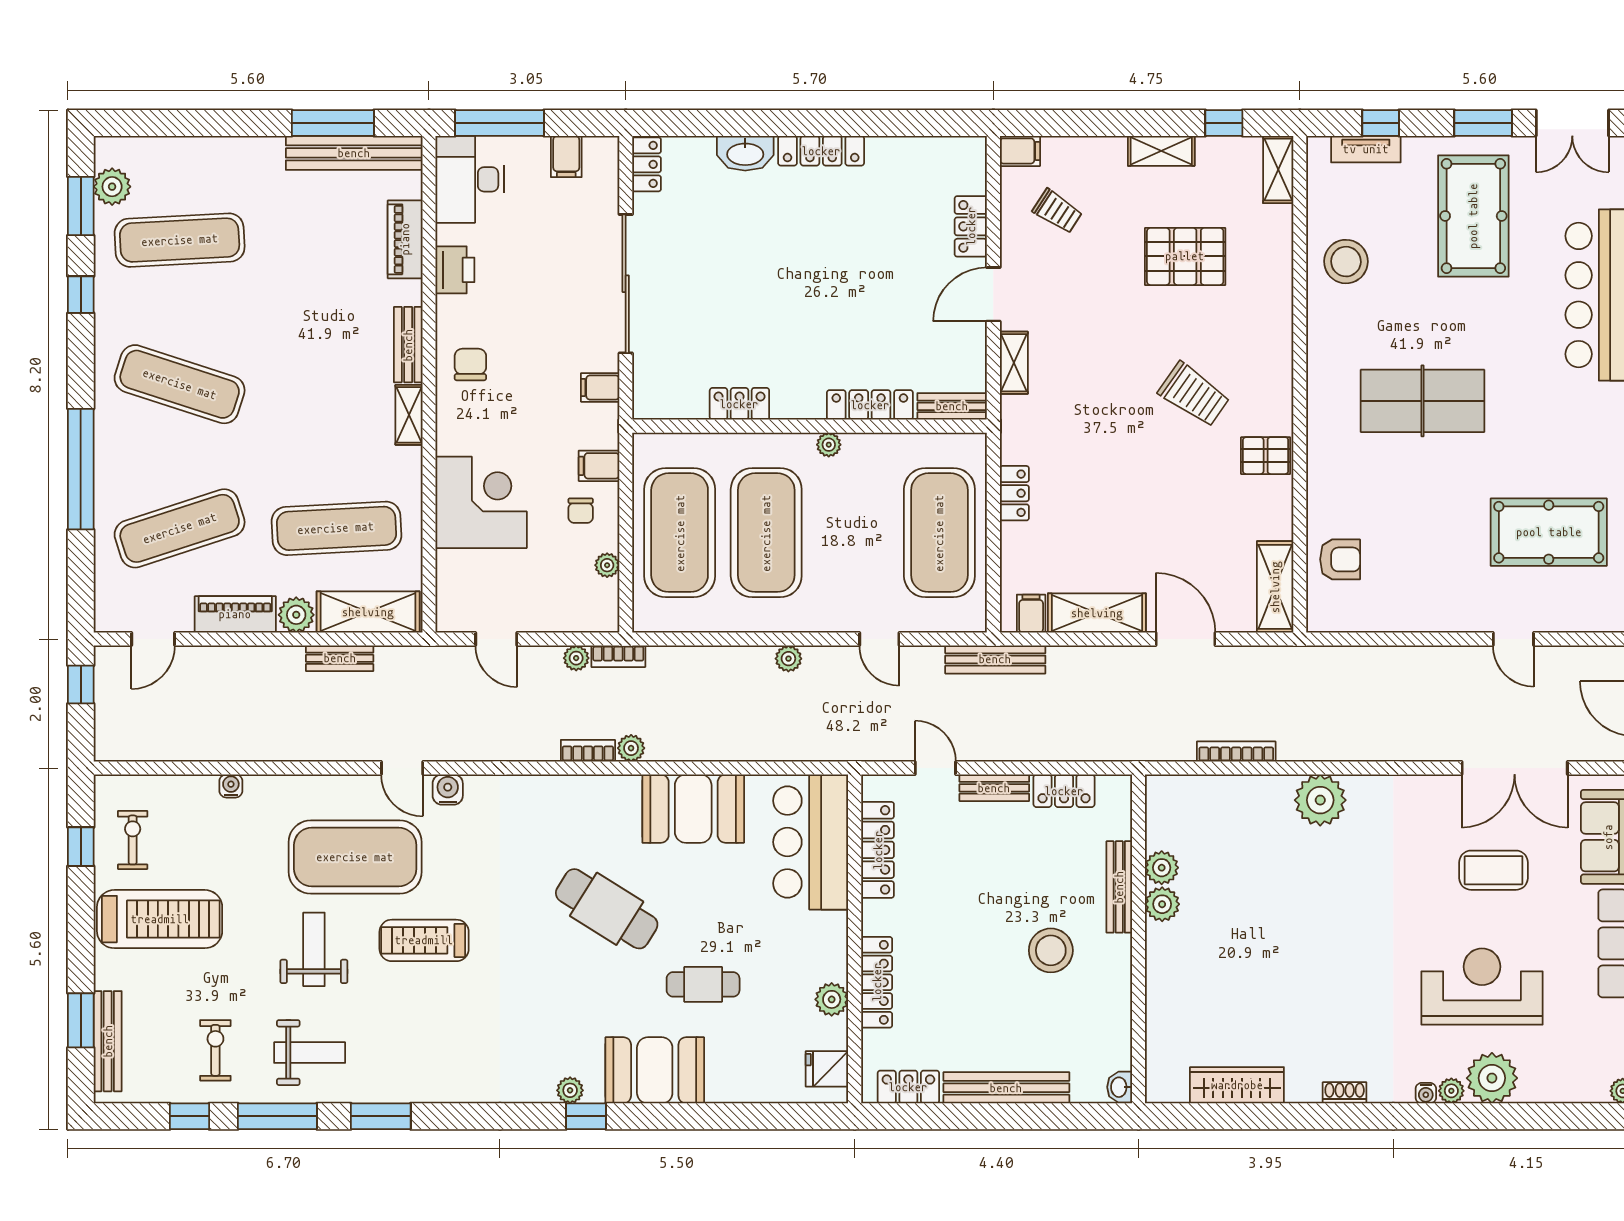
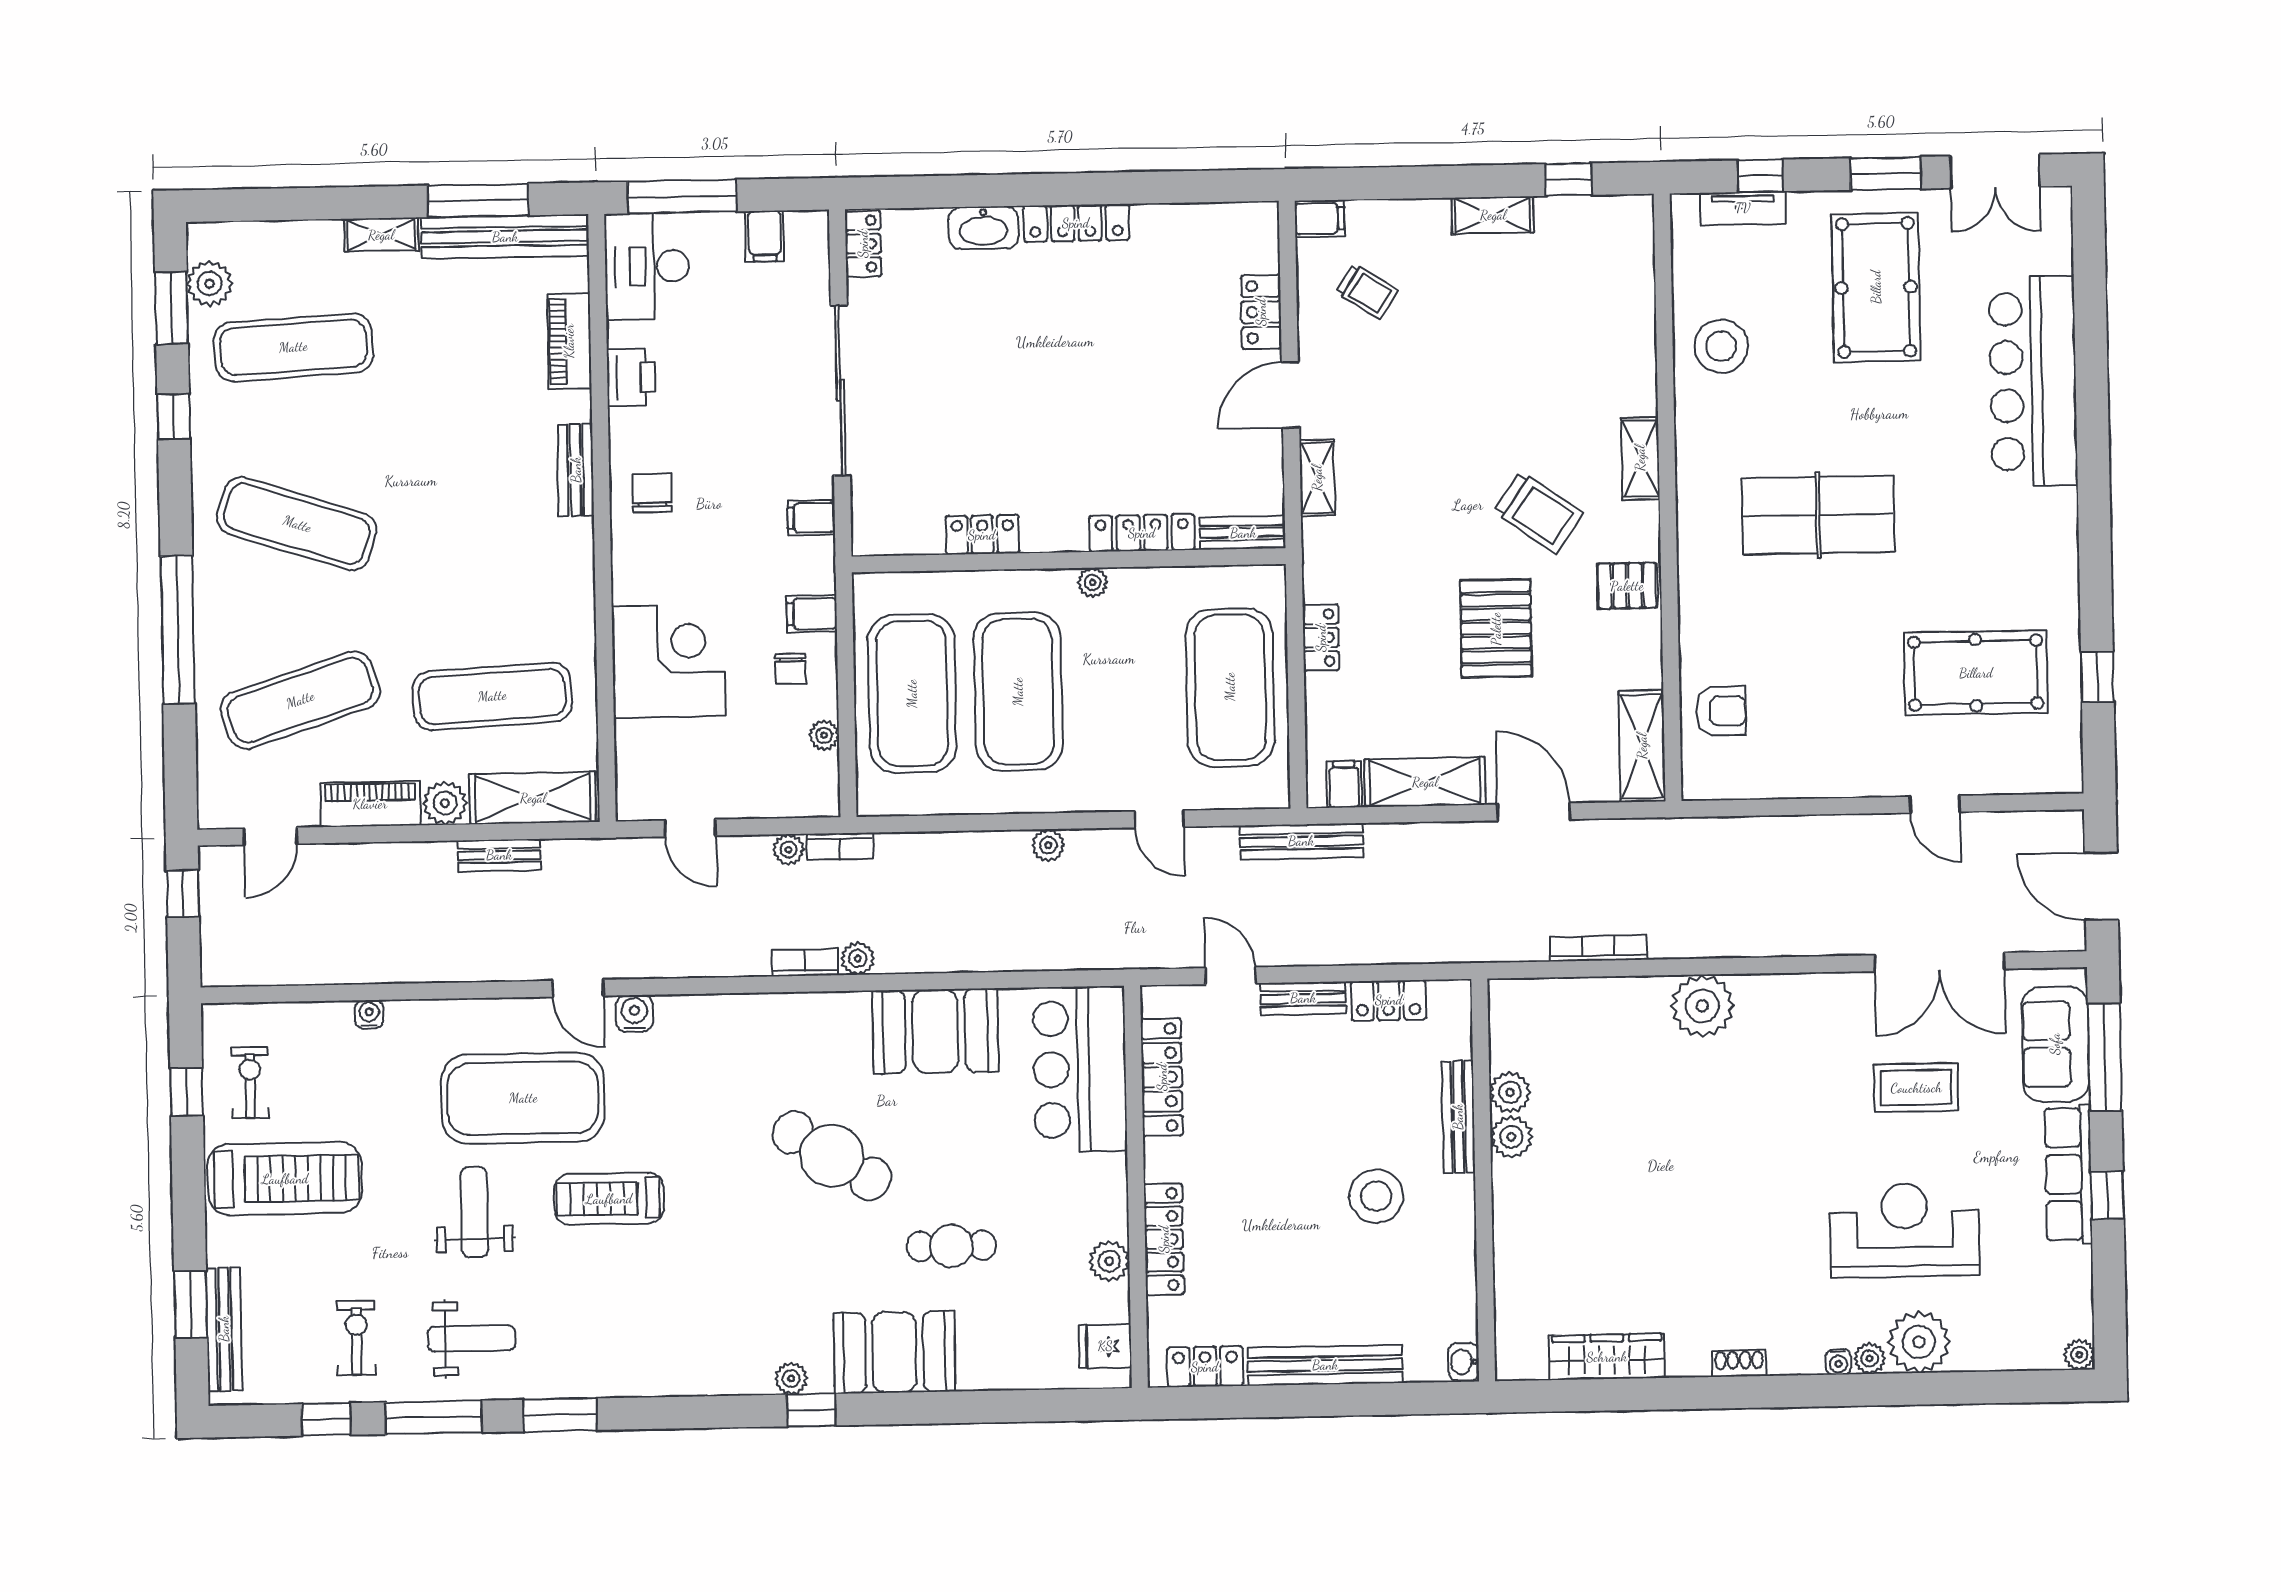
shelving: (1278, 170) -> (1640, 458), moved
pallet: (1185, 256) -> (1496, 629), moved, turned 90
shelving: (409, 415) -> (381, 235), moved, turned 90

